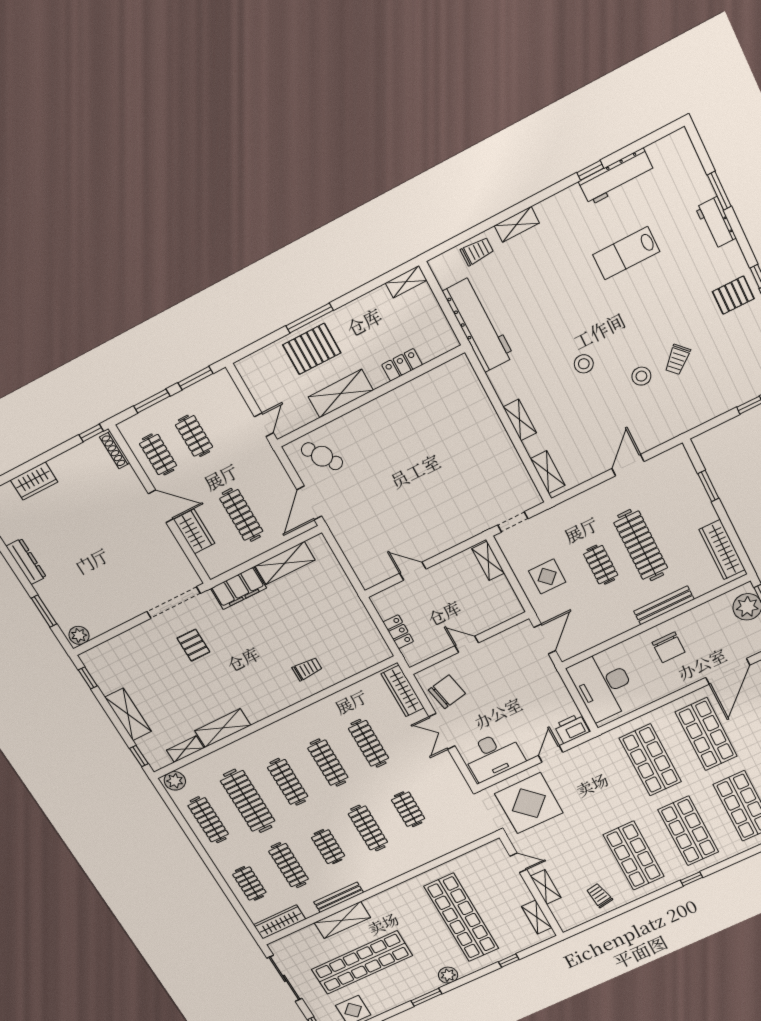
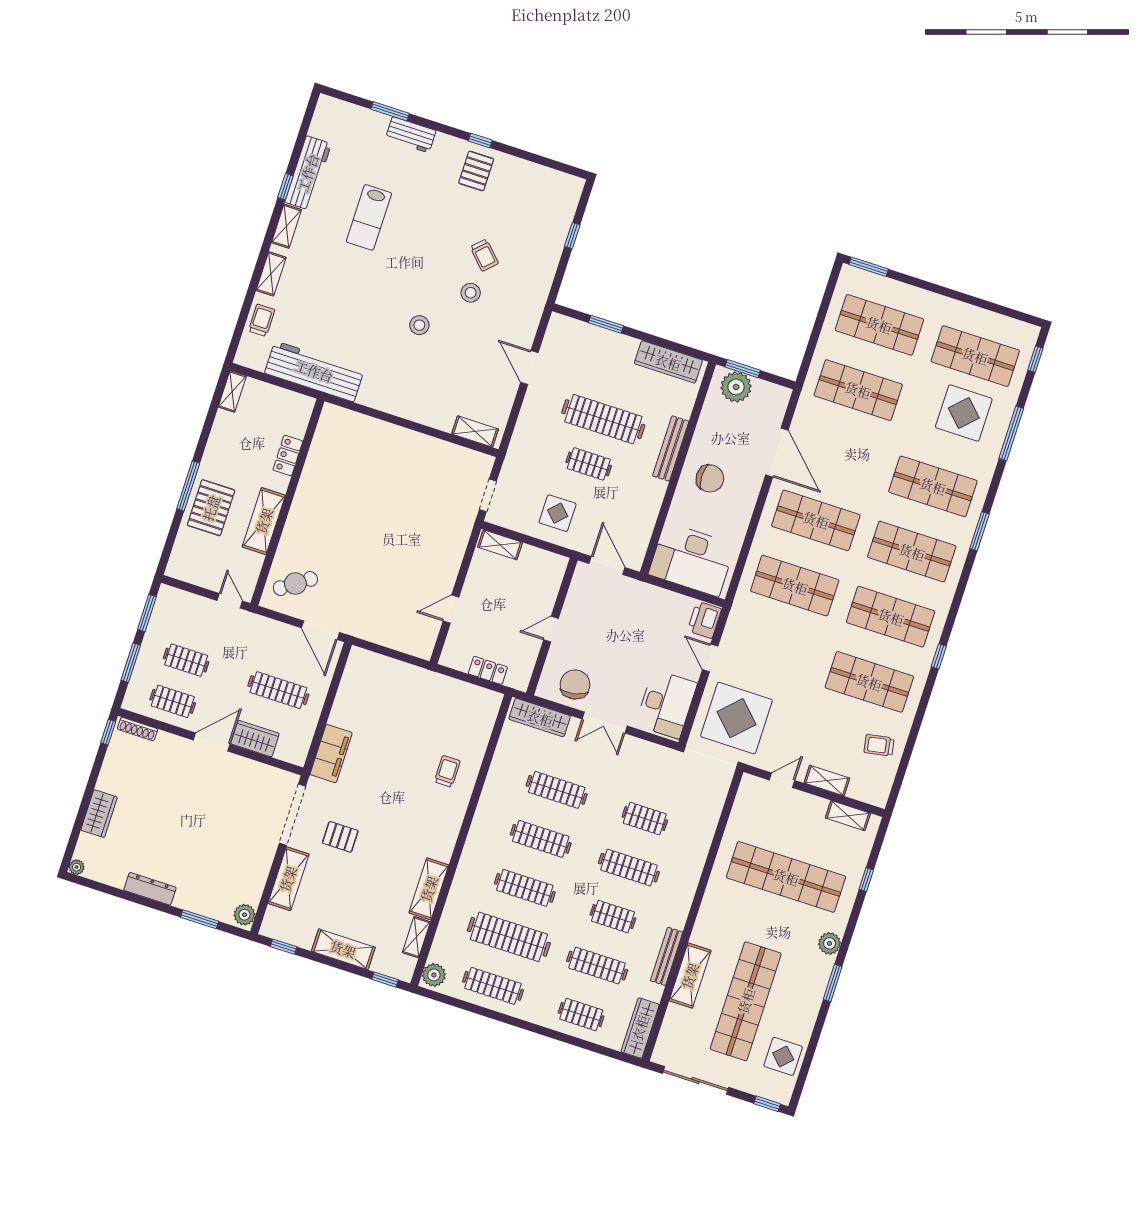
shelving: (520, 420) -> (287, 226), moved, turned 90
shelving: (285, 563) -> (288, 879), moved

